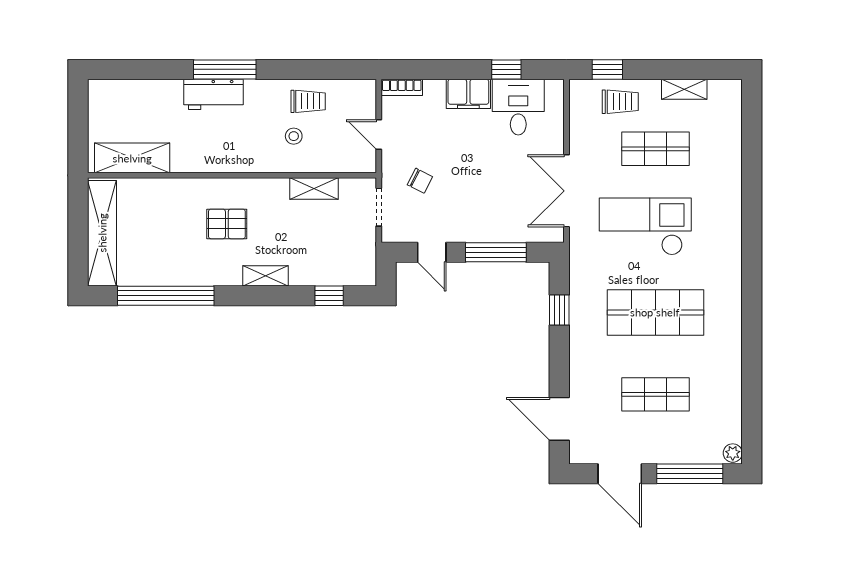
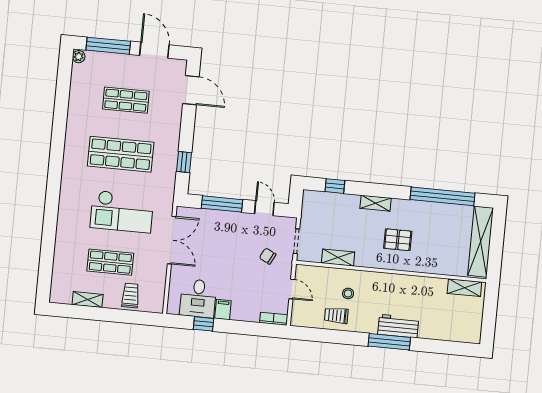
window: (607, 69) -> (137, 317), removed
filing cabinet: (468, 94) -> (223, 310), width x0.50
trolley: (620, 102) -> (131, 295), turned 90
shelving: (132, 158) -> (464, 288), width x0.67, depth x0.75

